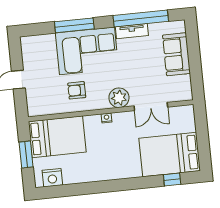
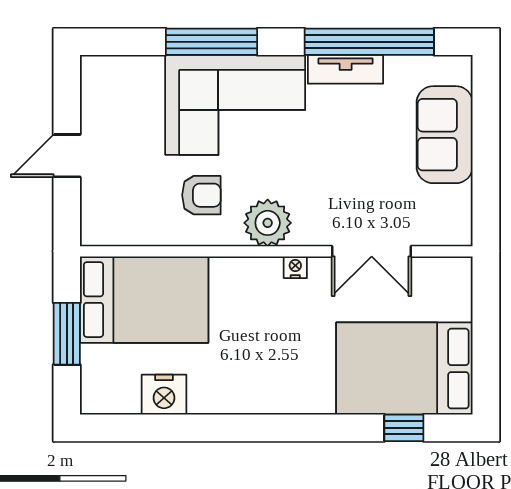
armchair: (77, 90) -> (201, 195), turned 180
plant: (119, 98) -> (268, 223), moved
nightstand: (107, 118) -> (295, 267), moved
nightstand: (52, 178) -> (164, 395), moved

